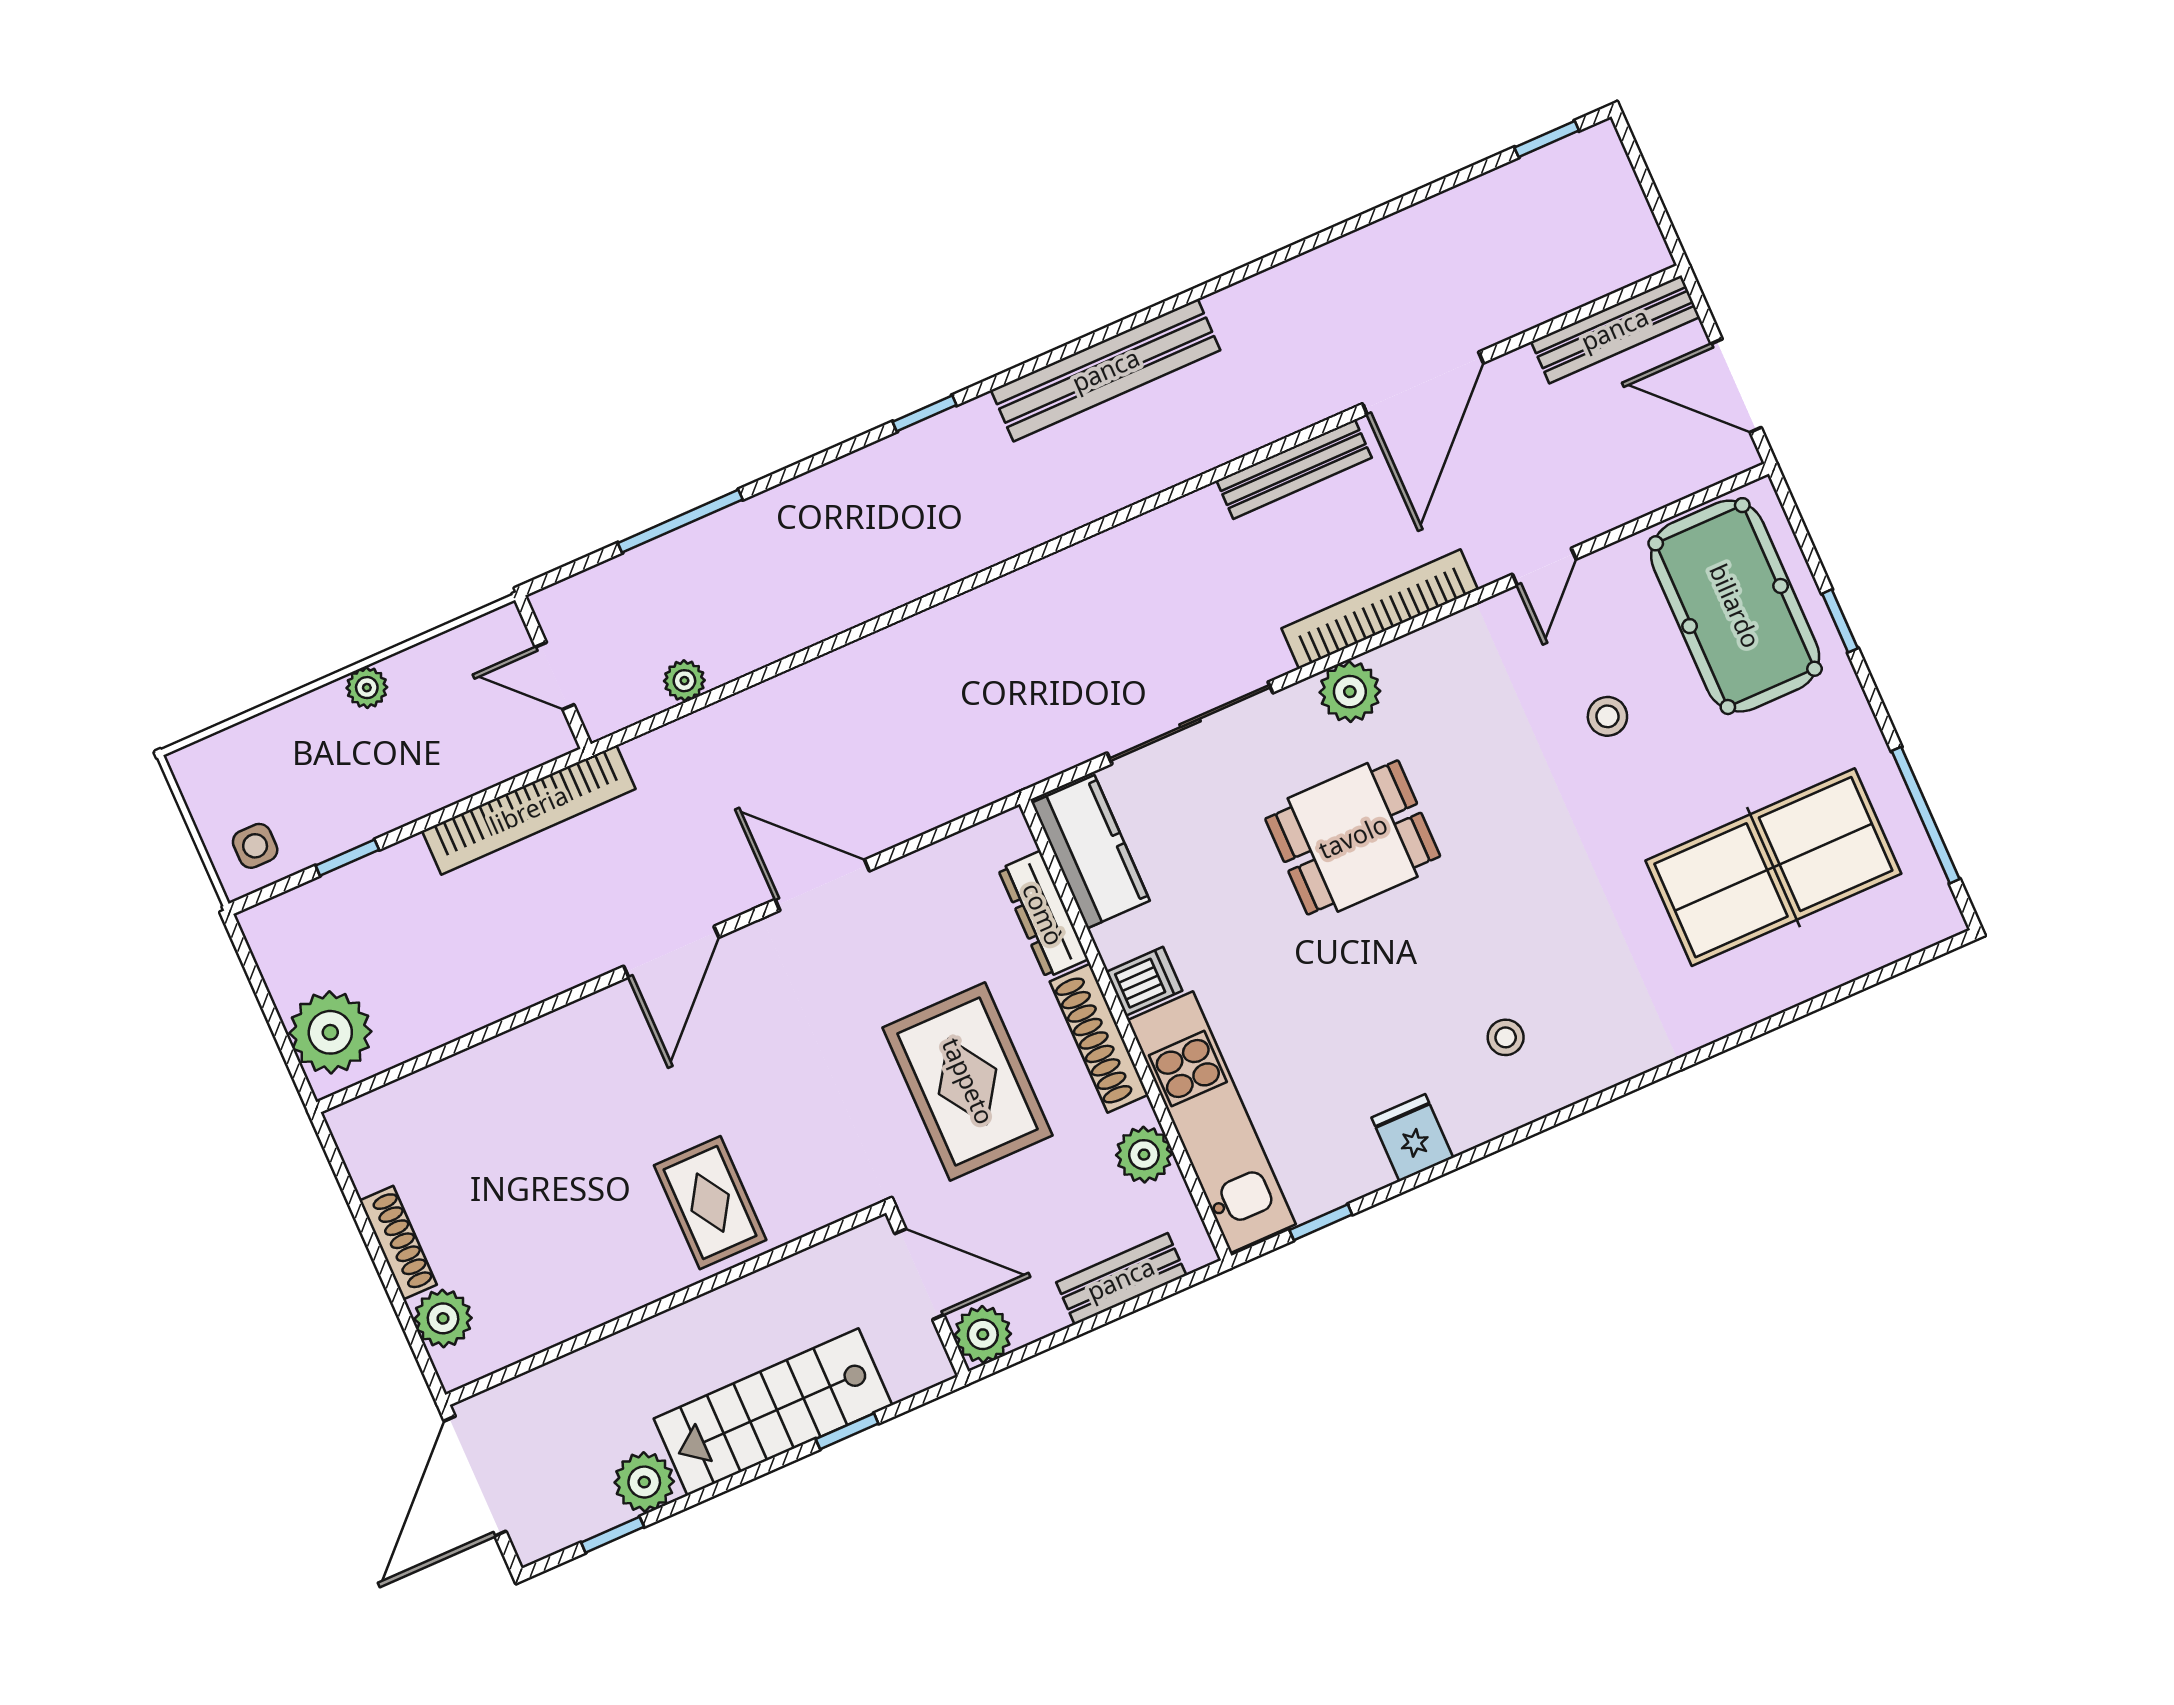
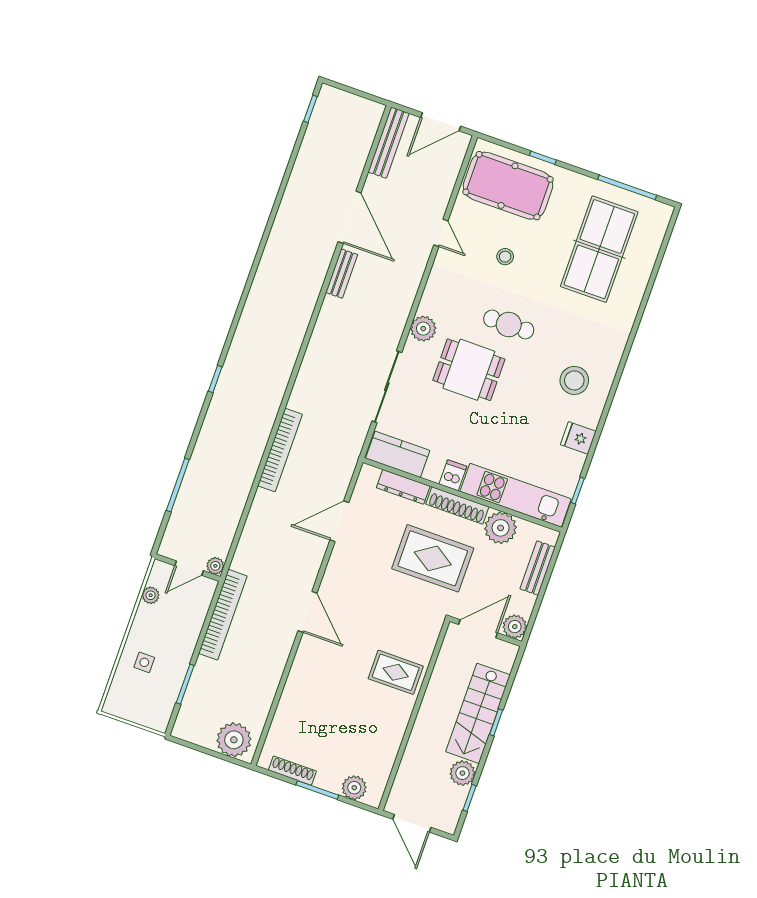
bench: (1106, 370) -> (254, 311), removed
bench: (1294, 469) -> (342, 274), width x0.73
bookcase: (1380, 609) -> (280, 450), moved, turned 180
plant: (684, 681) -> (215, 566), moved
plant: (367, 688) -> (151, 595), moved
cafe table: (1496, 833) -> (509, 324), added
dining table: (1353, 837) -> (469, 370), turned 90
side table: (255, 846) -> (144, 662), moved
window: (347, 858) -> (185, 684), width x1.50
door: (822, 885) -> (339, 521), moved
stool: (1506, 1037) -> (574, 380), width x1.89, depth x1.89
plant: (1144, 1155) -> (501, 528), width x1.36, depth x1.36
shoe rack: (398, 1243) -> (292, 771), moved
window: (379, 1258) -> (317, 790), added
window: (847, 1431) -> (496, 722), moved
door: (475, 1476) -> (412, 823), width x0.73

